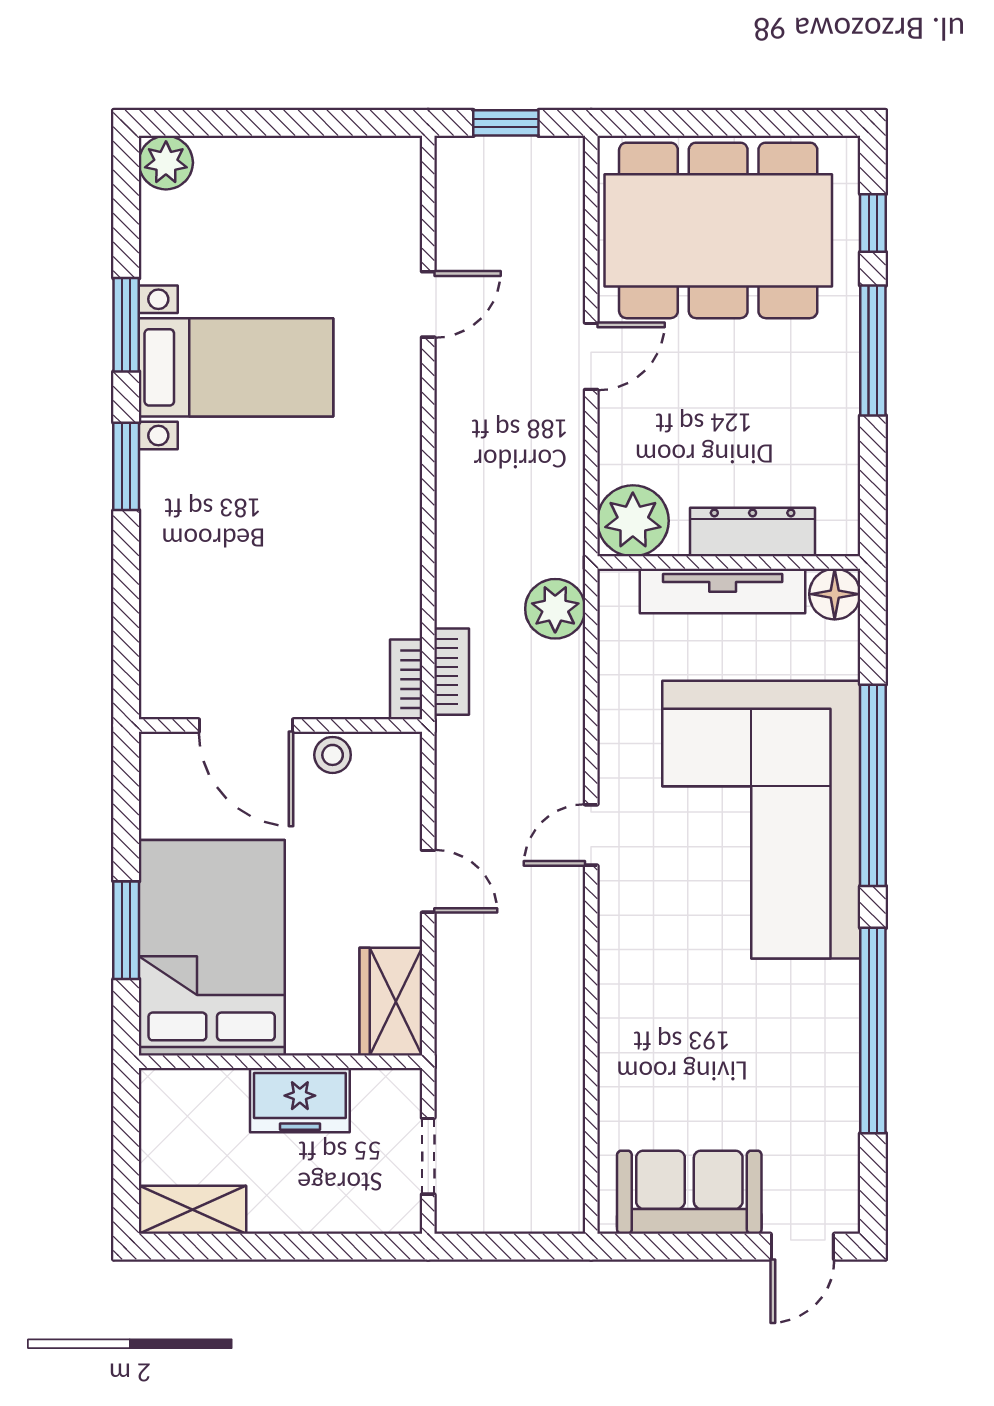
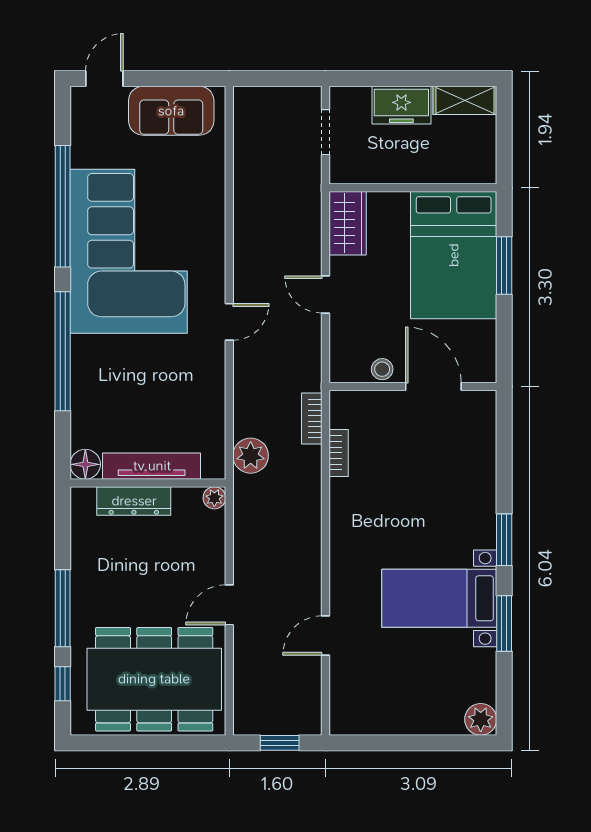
plant: (633, 521) -> (214, 498), width x0.53, depth x0.53
bookcase: (406, 679) -> (339, 453), moved
corner sofa: (761, 820) -> (129, 251), moved
freezer: (300, 1100) -> (401, 105), moved, turned 180

